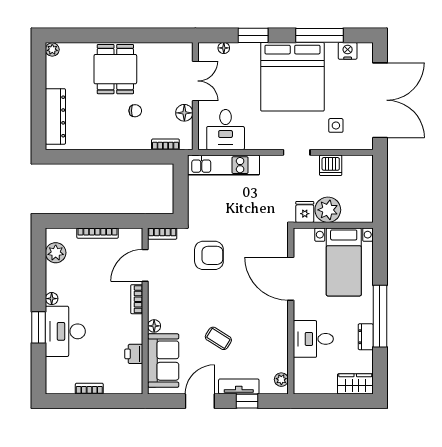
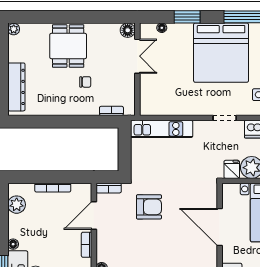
floor lamp: (184, 113) -> (128, 30), moved
desk: (226, 130) -> (163, 98), removed

